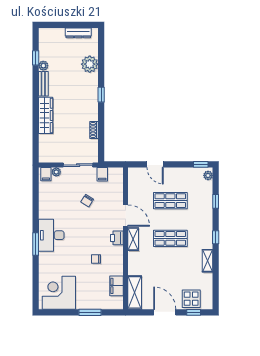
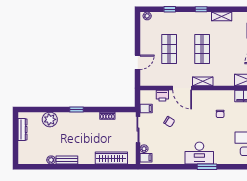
window: (36, 58) -> (44, 167), removed
wardrobe: (46, 115) -> (111, 158), moved
window: (201, 164) -> (137, 22), removed
door: (126, 216) -> (182, 88), swing flipped
printer: (117, 238) -> (162, 96), moved

